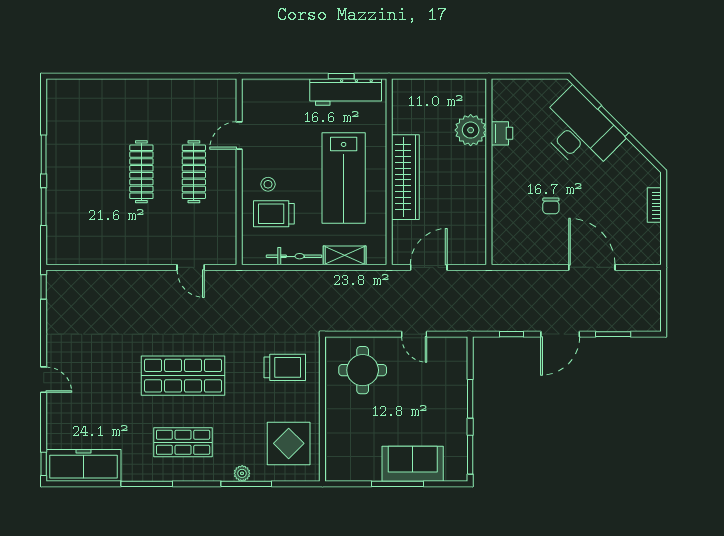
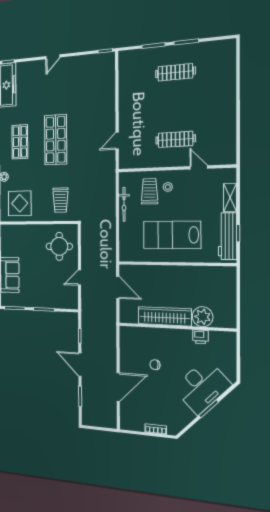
clothes rail: (141, 172) -> (175, 72), moved
wardrobe: (405, 177) -> (165, 316), moved, turned 180
shelving: (345, 255) -> (230, 198), moved

